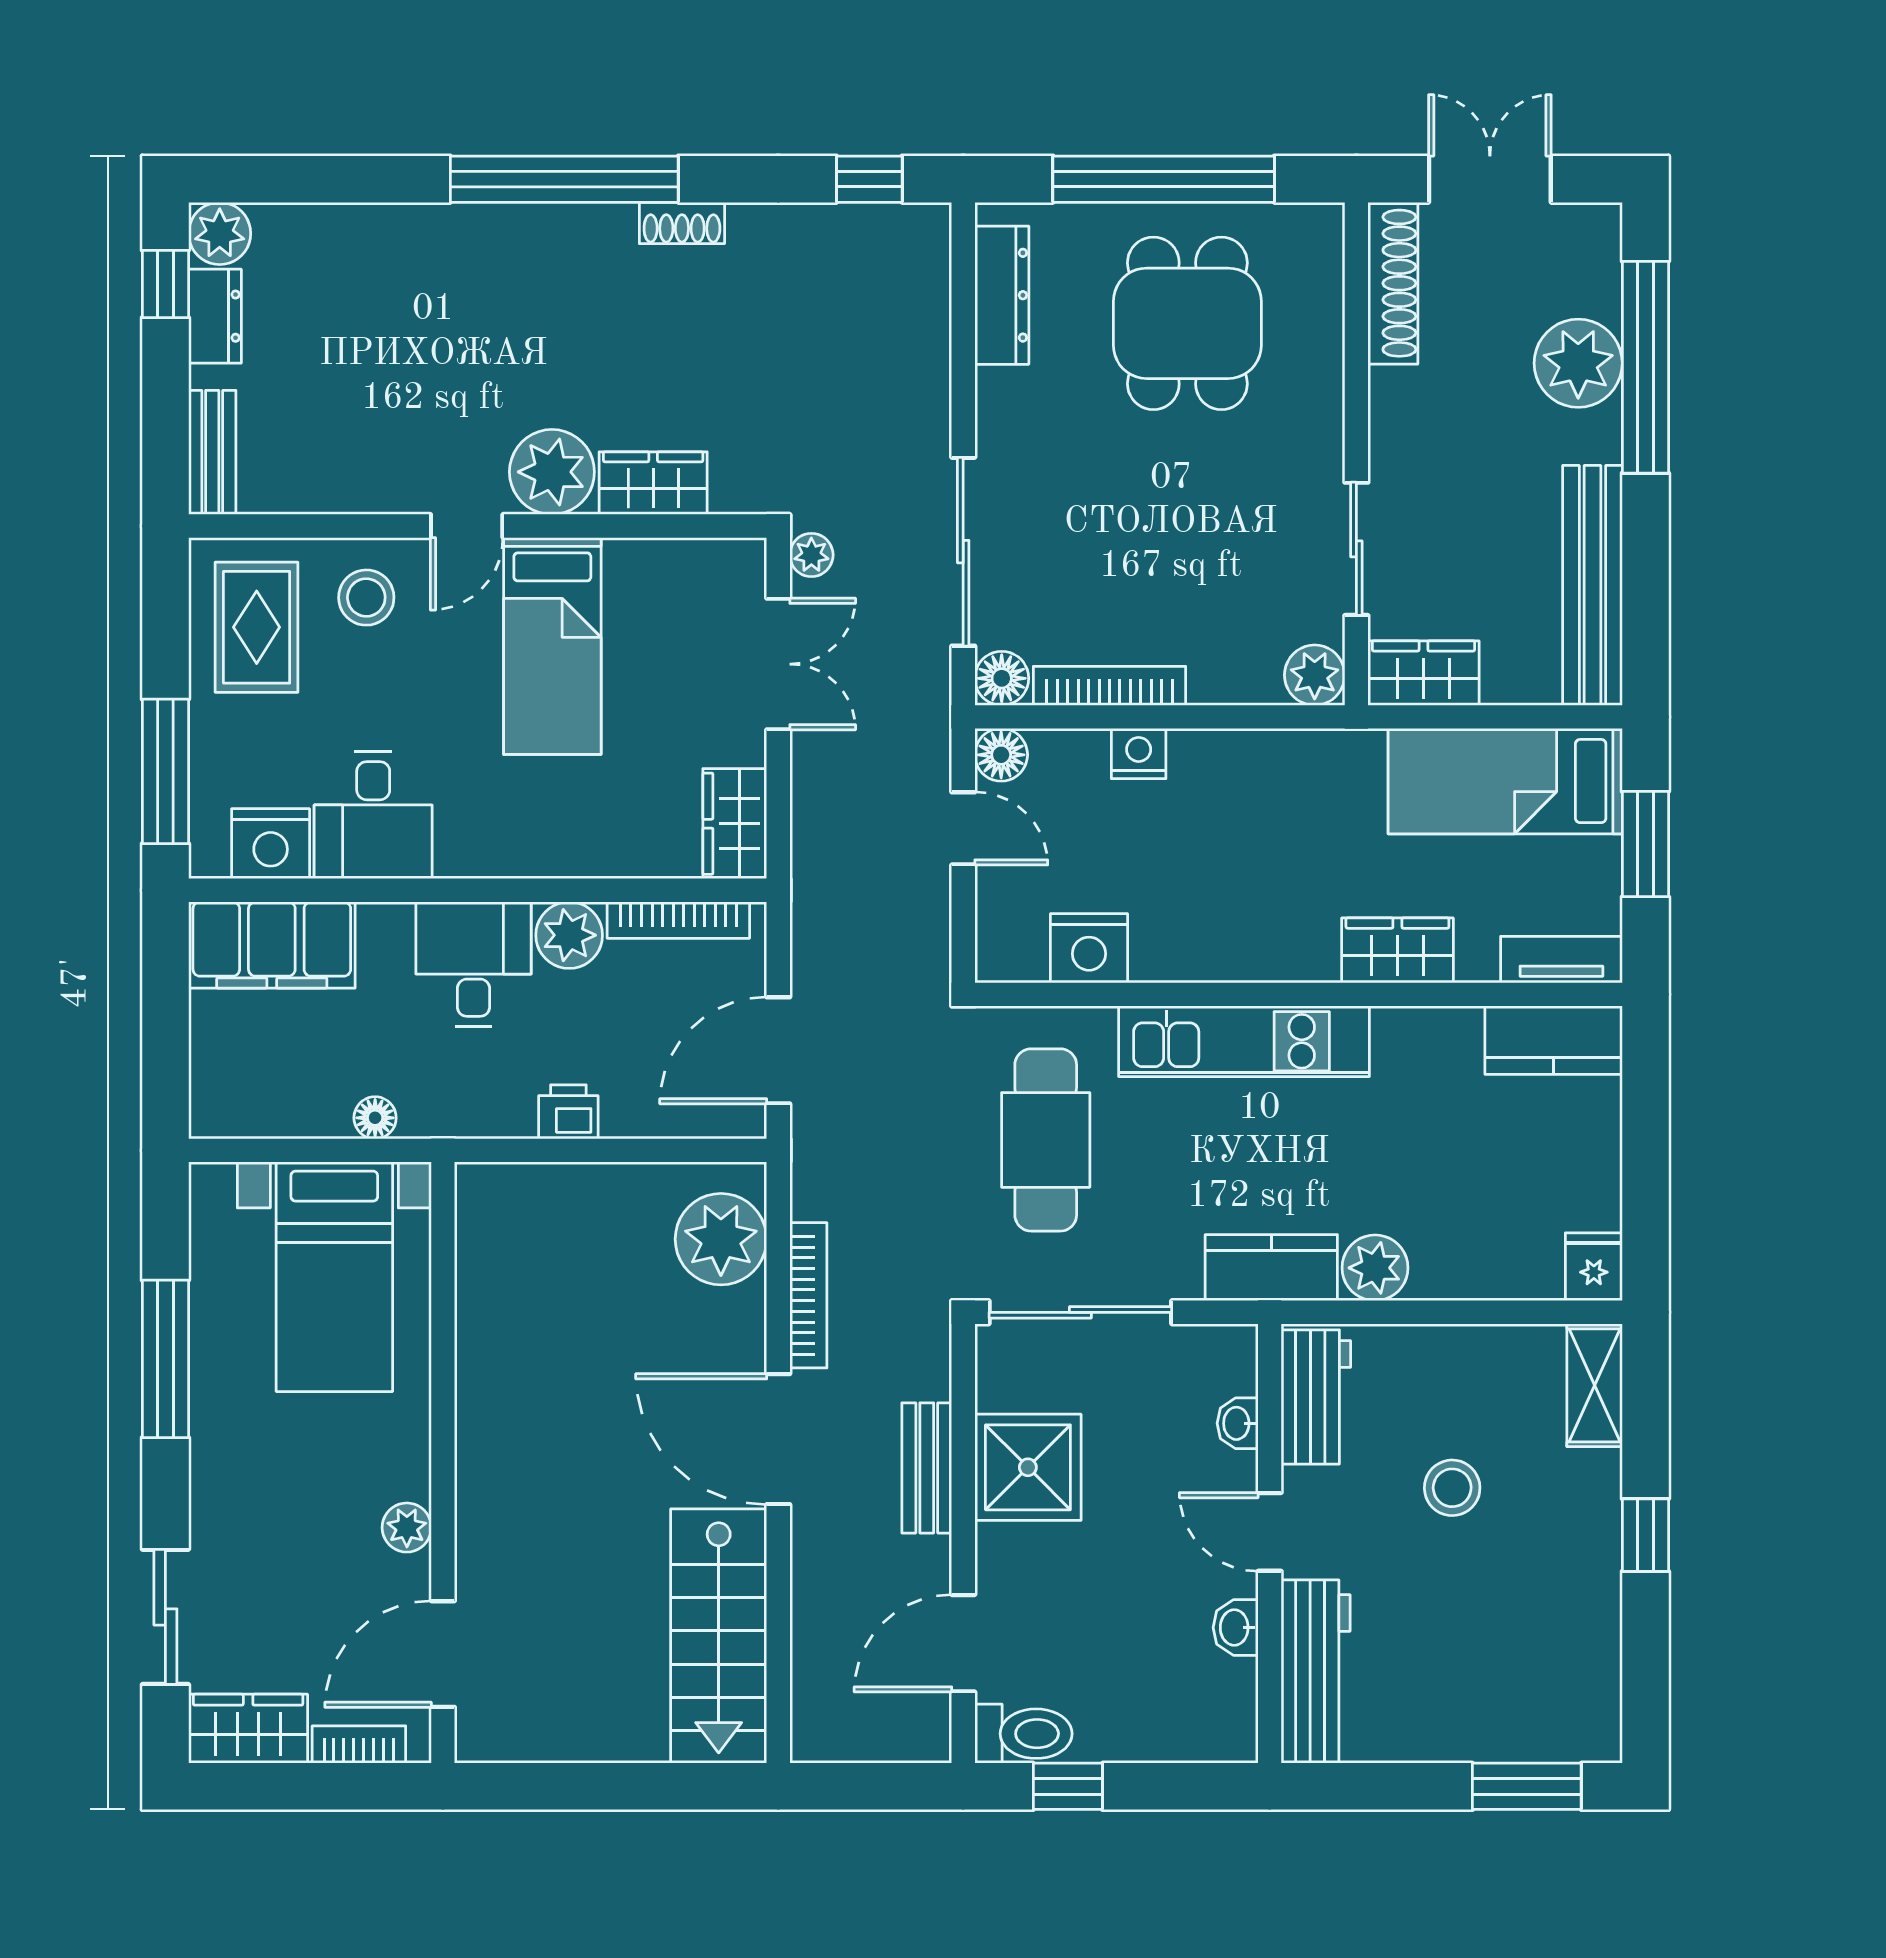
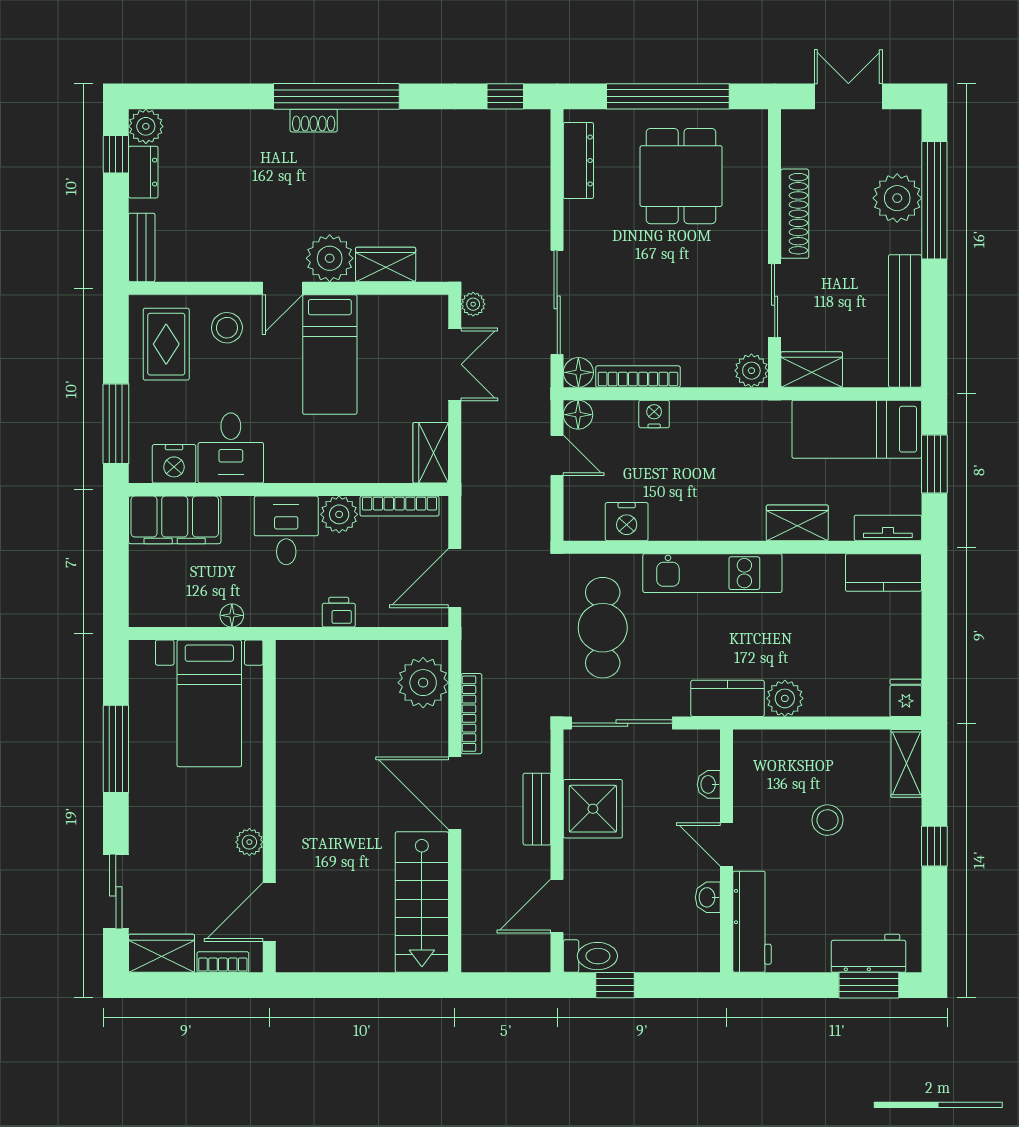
shoe rack: (682, 223) -> (314, 121), moved
shoe rack: (1393, 283) -> (795, 214), moved
workbench: (1316, 1397) -> (868, 953), moved, turned -90

